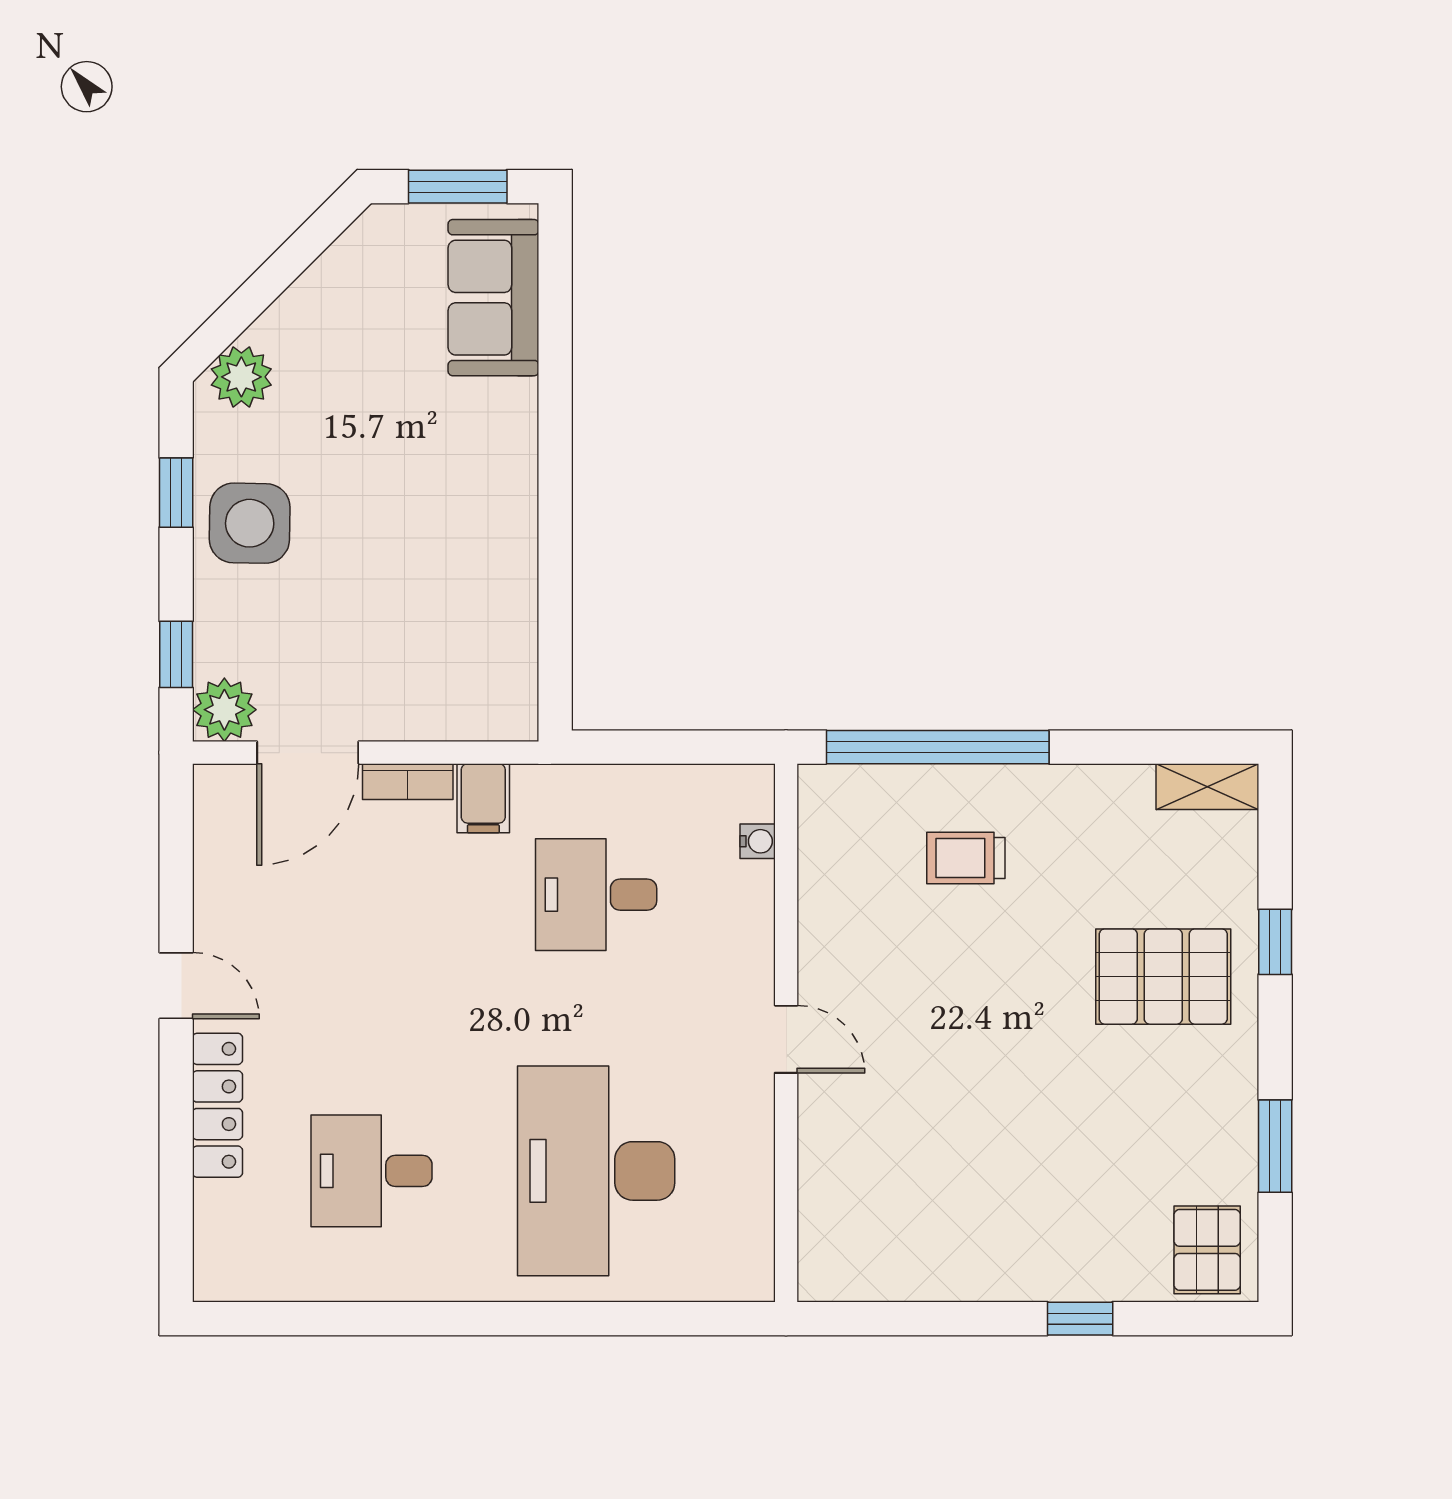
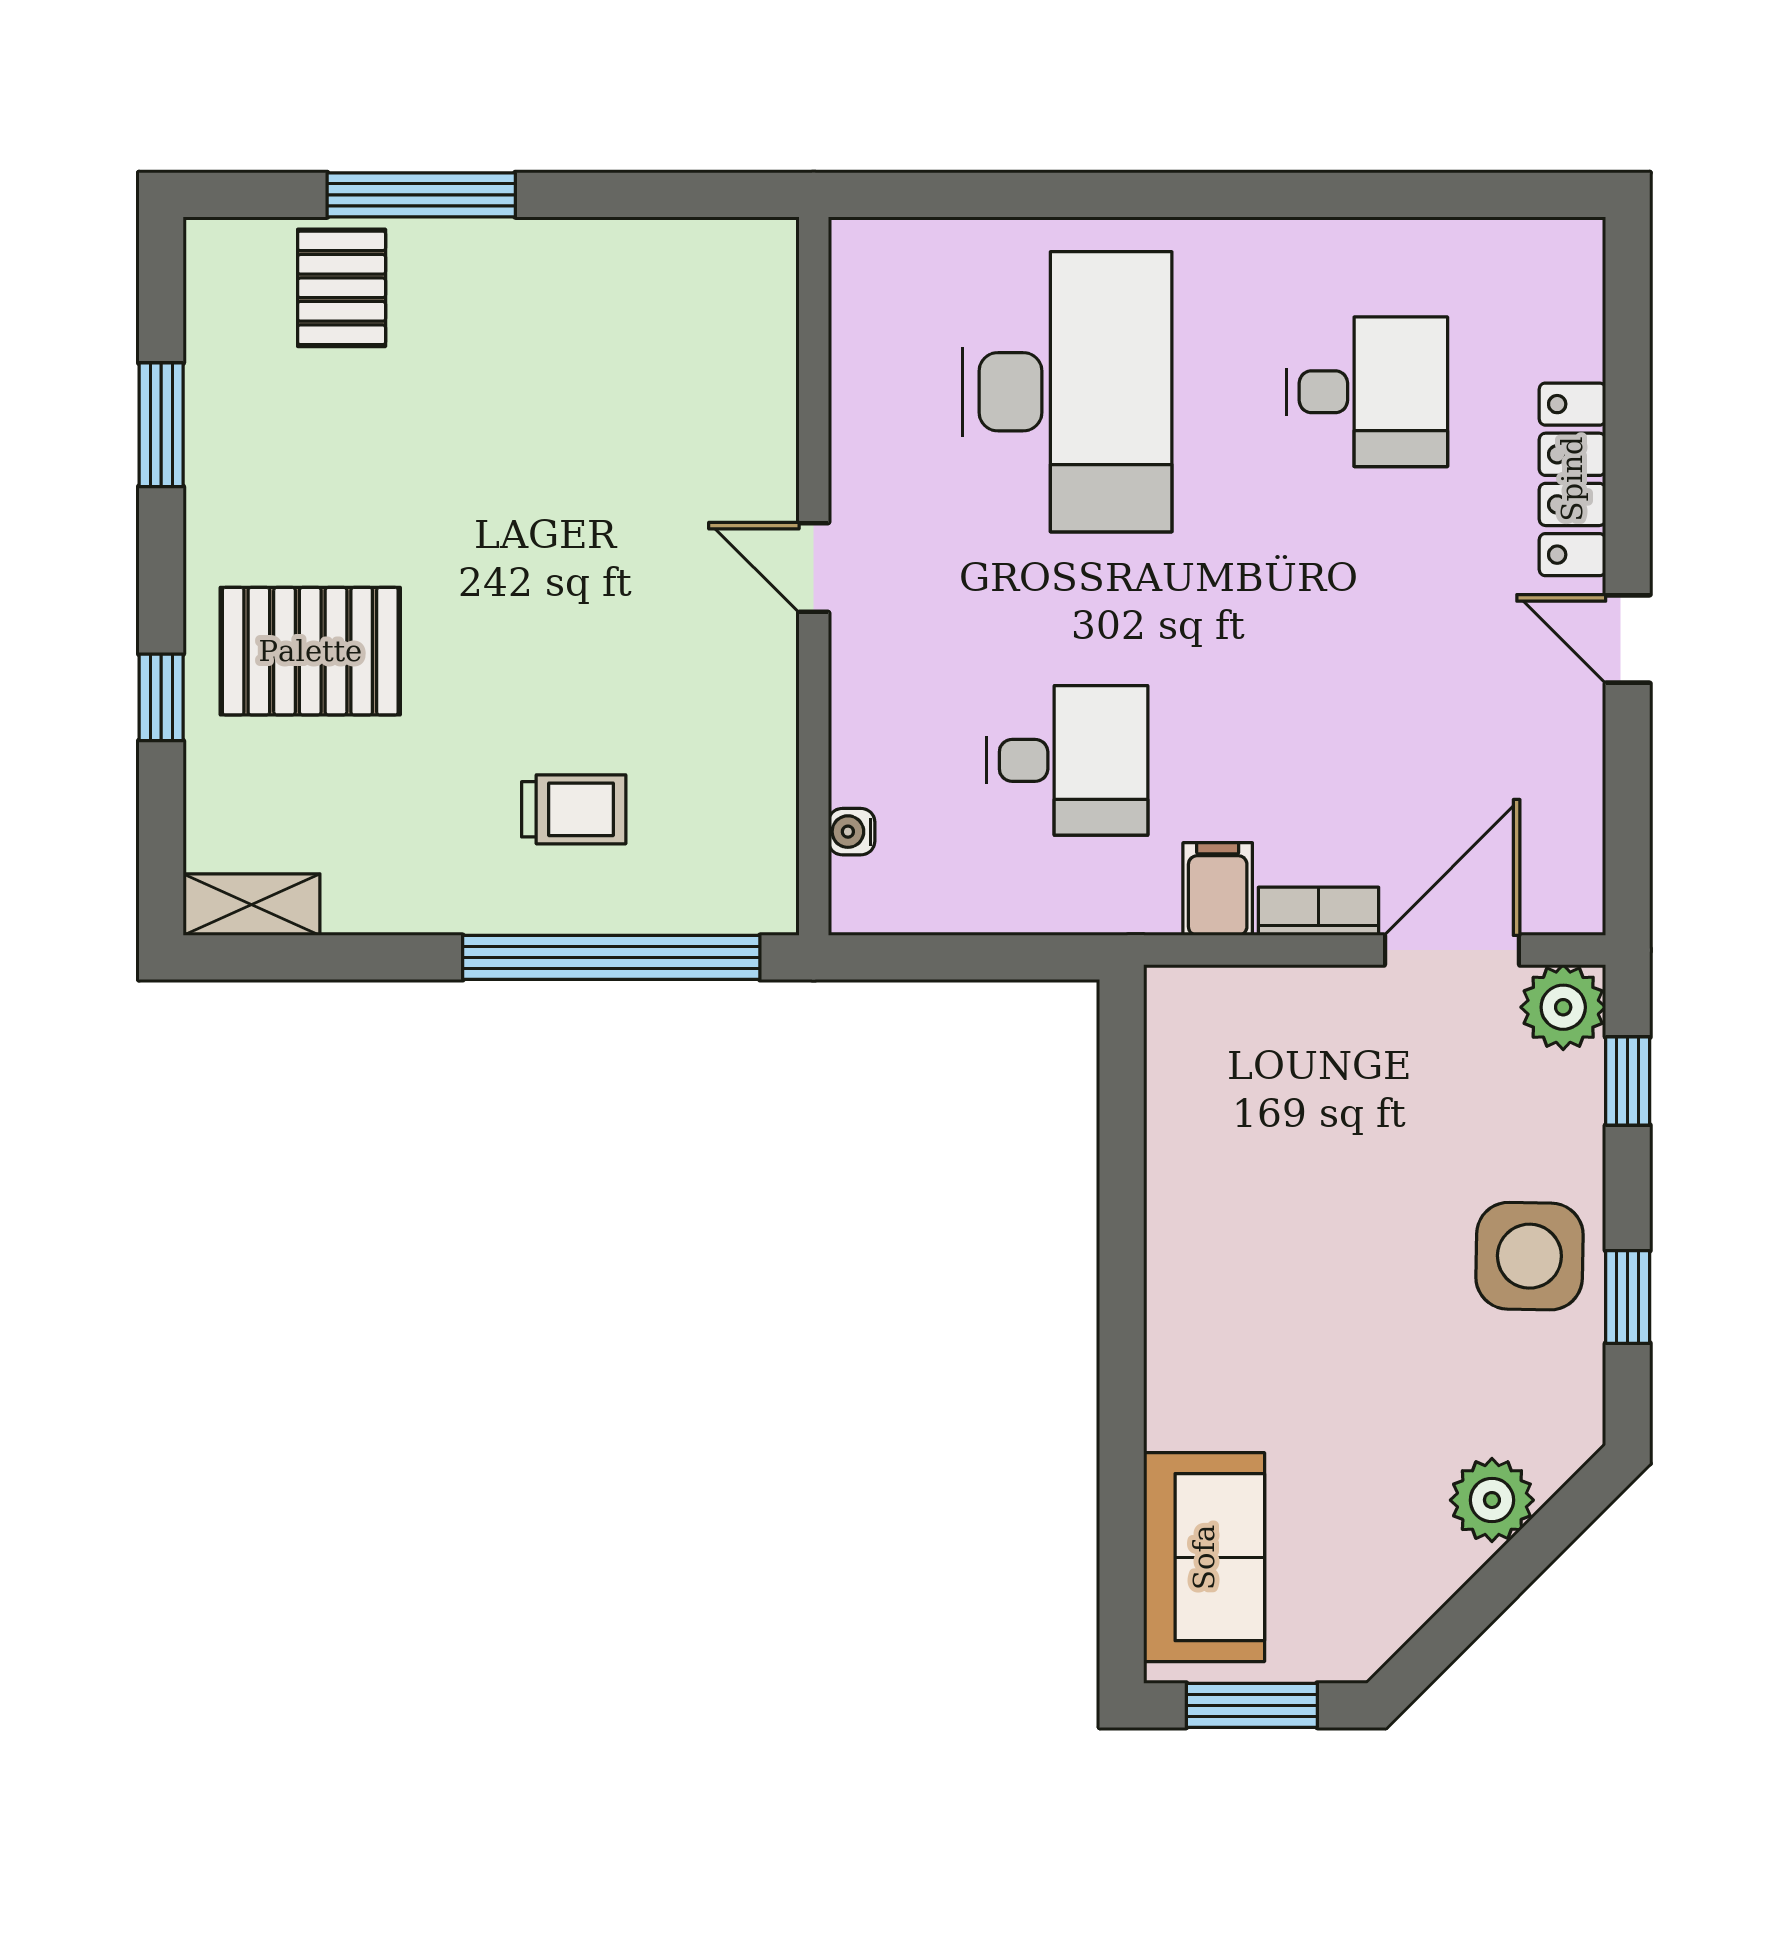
plant: (241, 377) -> (1492, 1500), moved
pallet: (1207, 1250) -> (342, 288), moved
window: (1080, 1319) -> (421, 195), width x2.17

